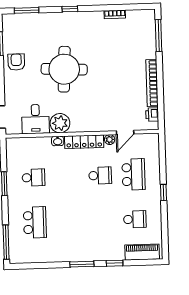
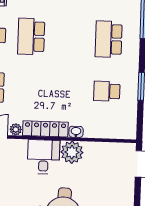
desk: (36, 119) -> (44, 157), moved
school desk: (100, 175) -> (31, 36), moved, width x1.85

